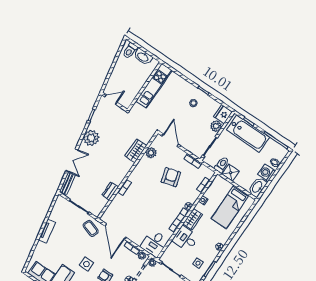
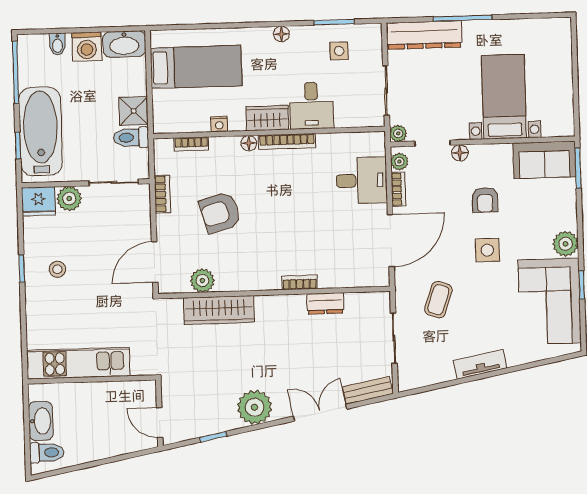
wardrobe: (136, 151) -> (219, 310), width x1.50
coffee table: (91, 228) -> (438, 300), moved
desk: (154, 243) -> (362, 180), moved

